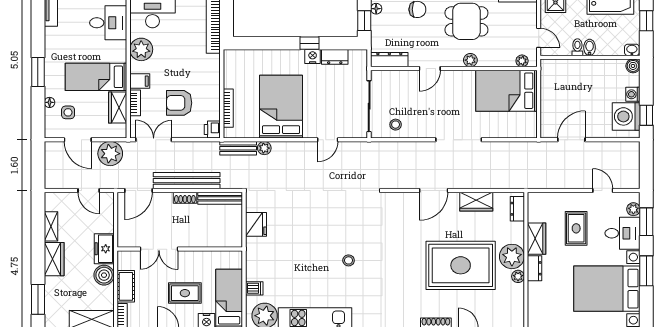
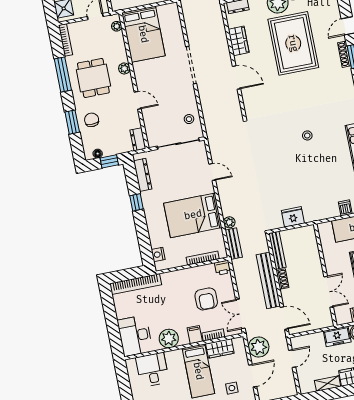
nightstand: (313, 56) -> (158, 254), moved
dresser: (335, 57) -> (143, 175), width x1.44
dresser: (389, 60) -> (138, 139), width x0.70

